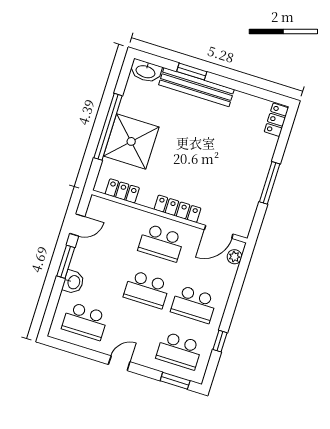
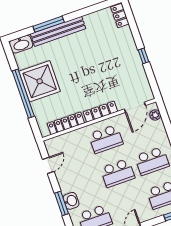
window: (192, 72) -> (49, 24), width x1.44
shower: (131, 141) -> (40, 81), moved
window: (270, 183) -> (144, 56), width x0.46
locker: (122, 191) -> (66, 123), width x1.53
window: (66, 262) -> (61, 203), moved

